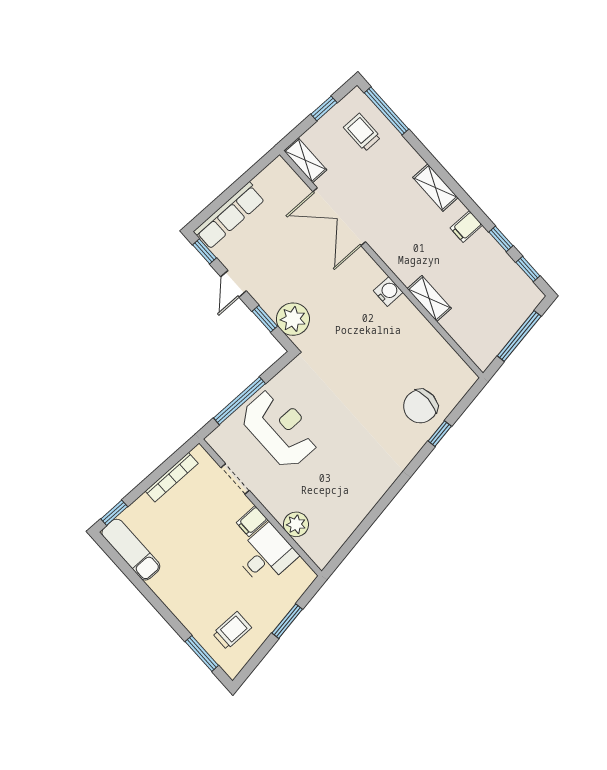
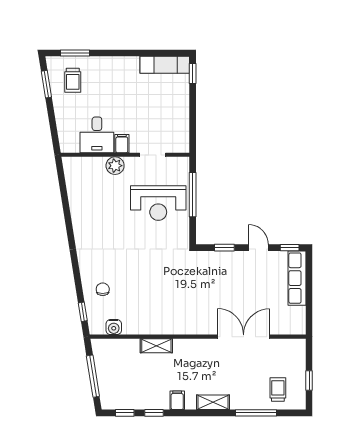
window: (387, 111) -> (256, 413), moved
trolley: (362, 132) -> (278, 390), turned -90
shelving: (305, 160) -> (290, 346), removed
water cooler: (388, 291) -> (114, 327), moved
plant: (293, 319) -> (211, 263), removed
chair: (420, 406) -> (103, 289), width x0.54, depth x0.54
window: (440, 434) -> (83, 312), moved
bookcase: (172, 477) -> (184, 121), removed
plant: (296, 524) -> (115, 166), moved
window: (287, 621) -> (46, 84), moved

